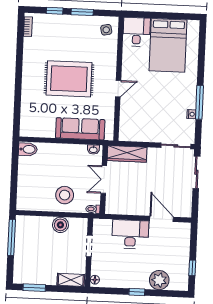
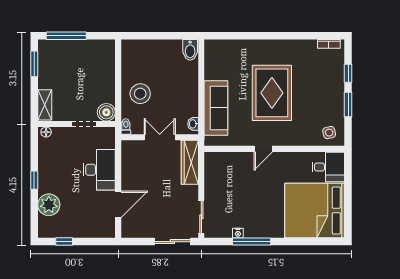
bed: (168, 45) -> (315, 211), width x1.36
door: (118, 89) -> (263, 149), hinge flipped
boiler: (60, 225) -> (106, 112), moved
window: (12, 237) -> (66, 36), moved

